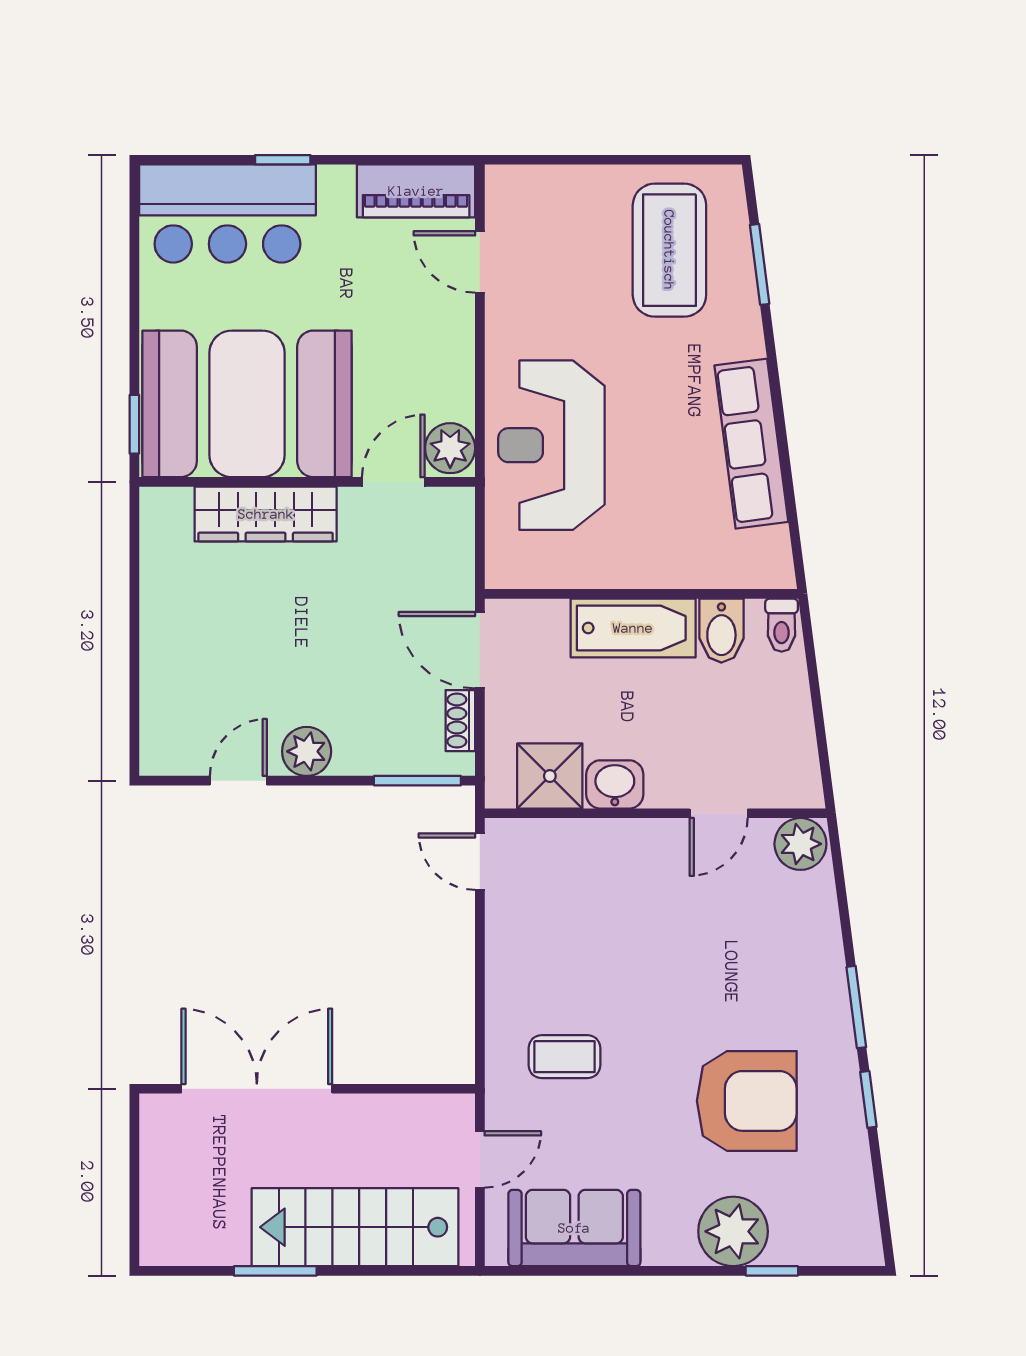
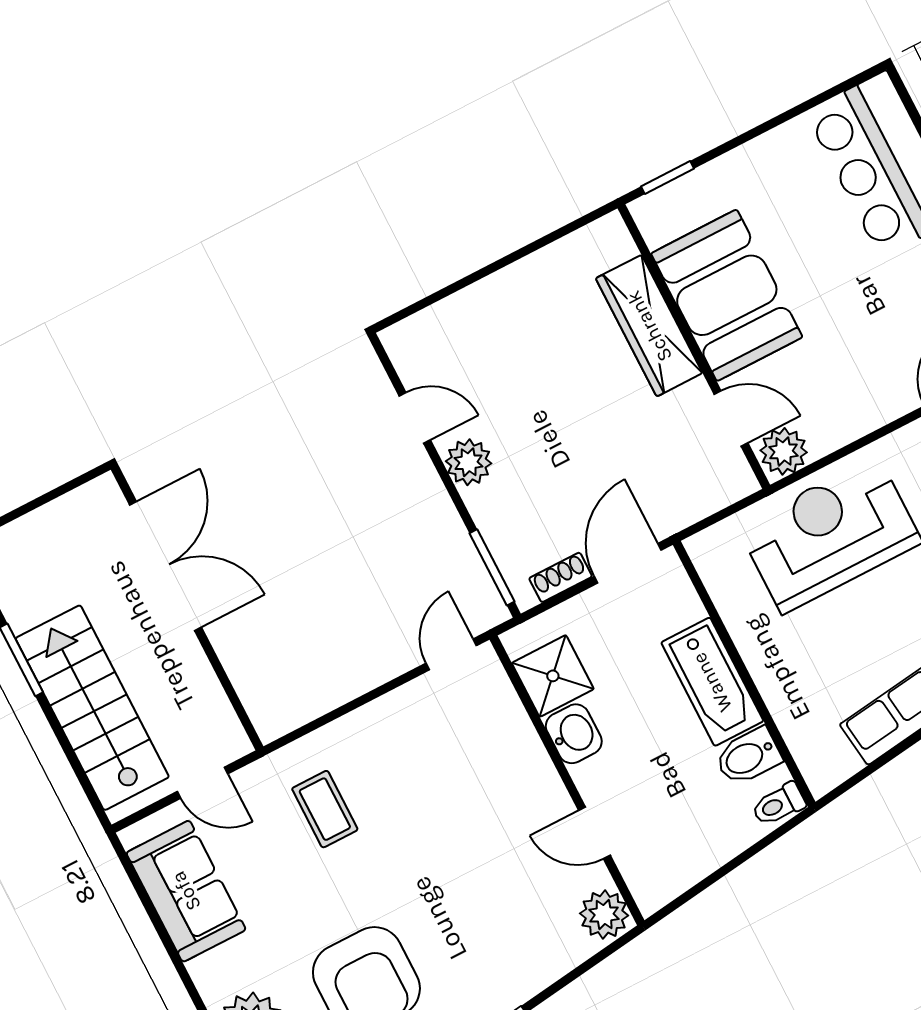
booth: (247, 404) -> (727, 295), width x0.73, depth x0.70

